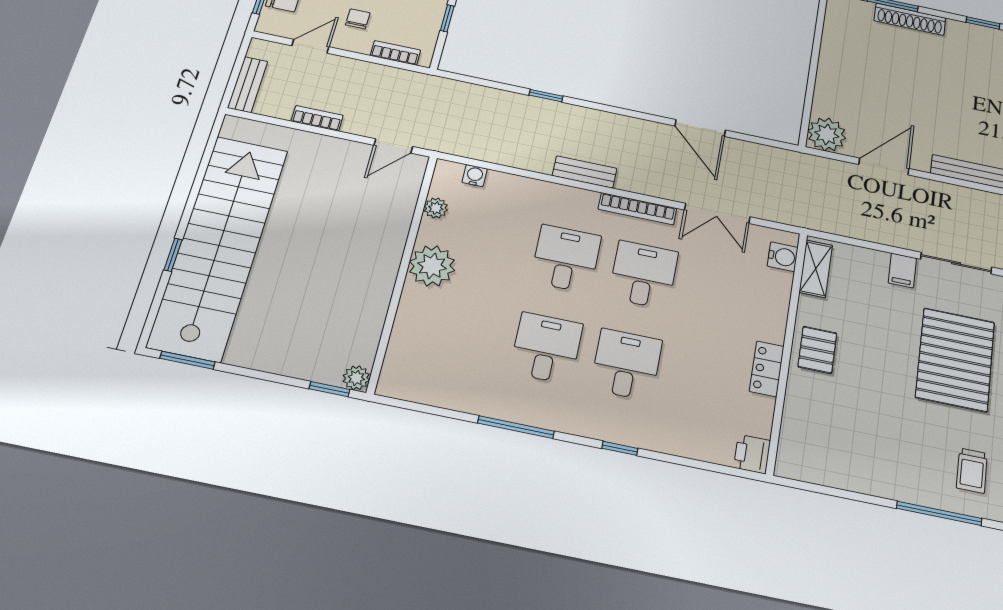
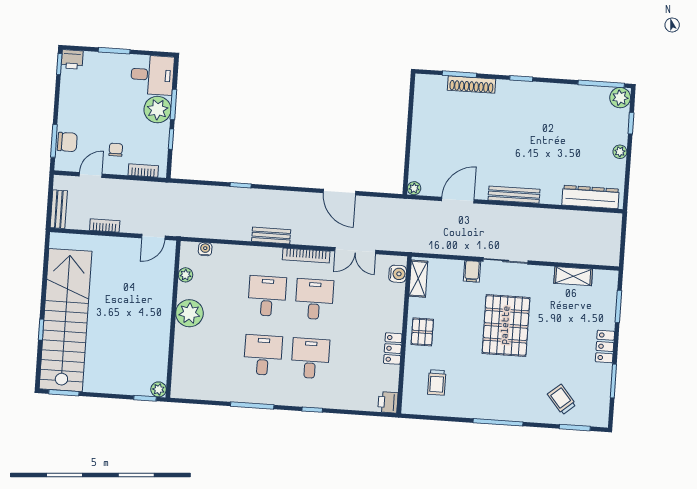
plant: (827, 134) -> (414, 188), width x0.53, depth x0.53
trolley: (972, 471) -> (437, 382), moved

